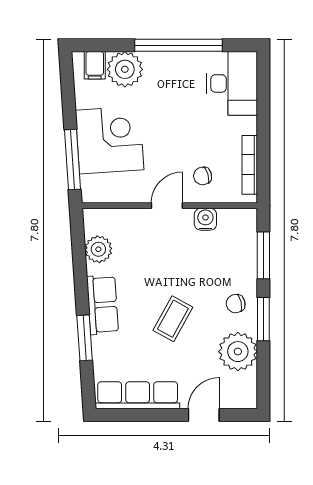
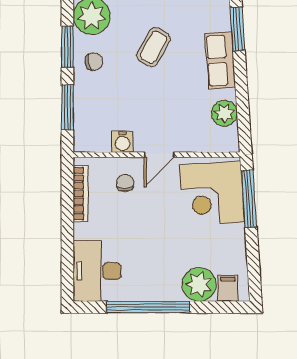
corner desk: (110, 140) -> (212, 193), moved
chair: (203, 176) -> (125, 183), turned -74

